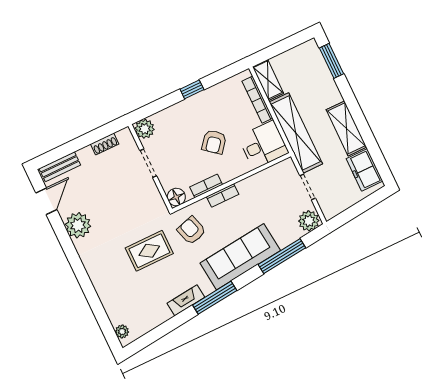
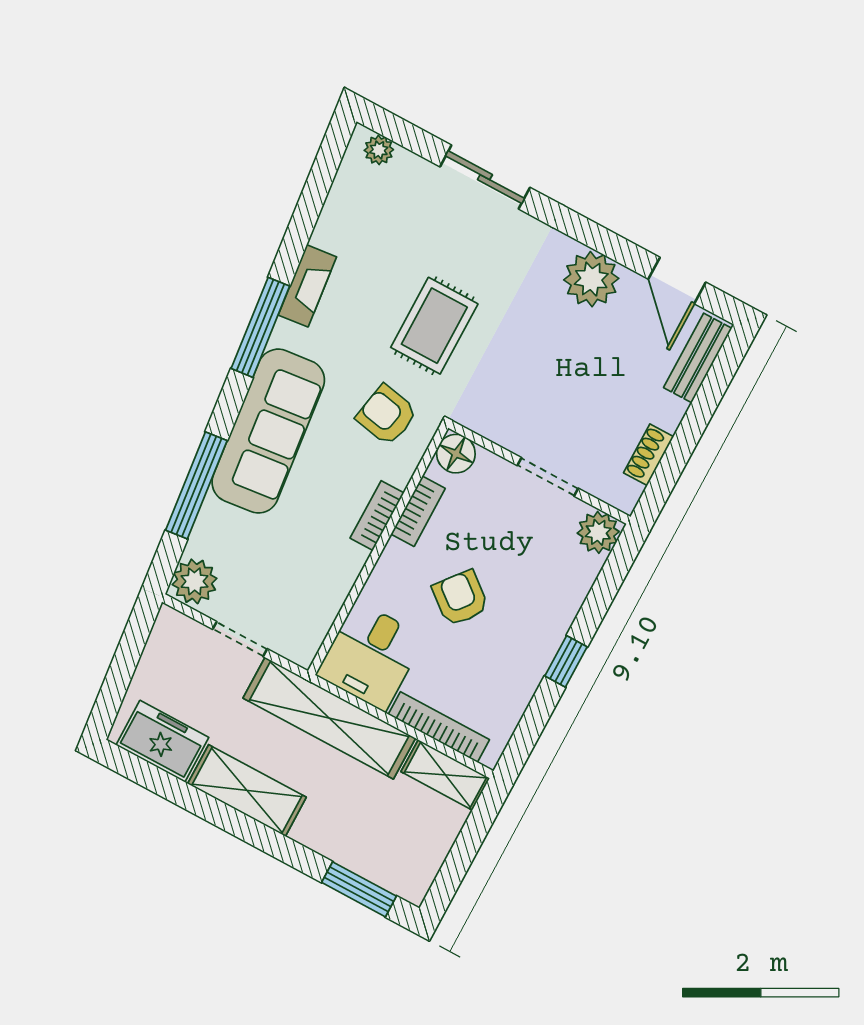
armchair: (192, 230) -> (387, 415), turned -152
sliding door: (90, 292) -> (485, 177), added

